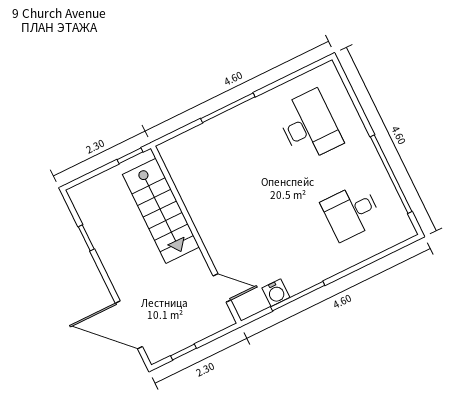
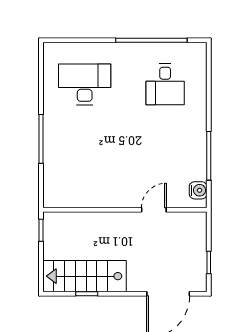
stairs: (161, 211) -> (85, 276), moved, turned 180
door: (222, 288) -> (154, 210), moved
water cooler: (276, 293) -> (198, 190), moved

